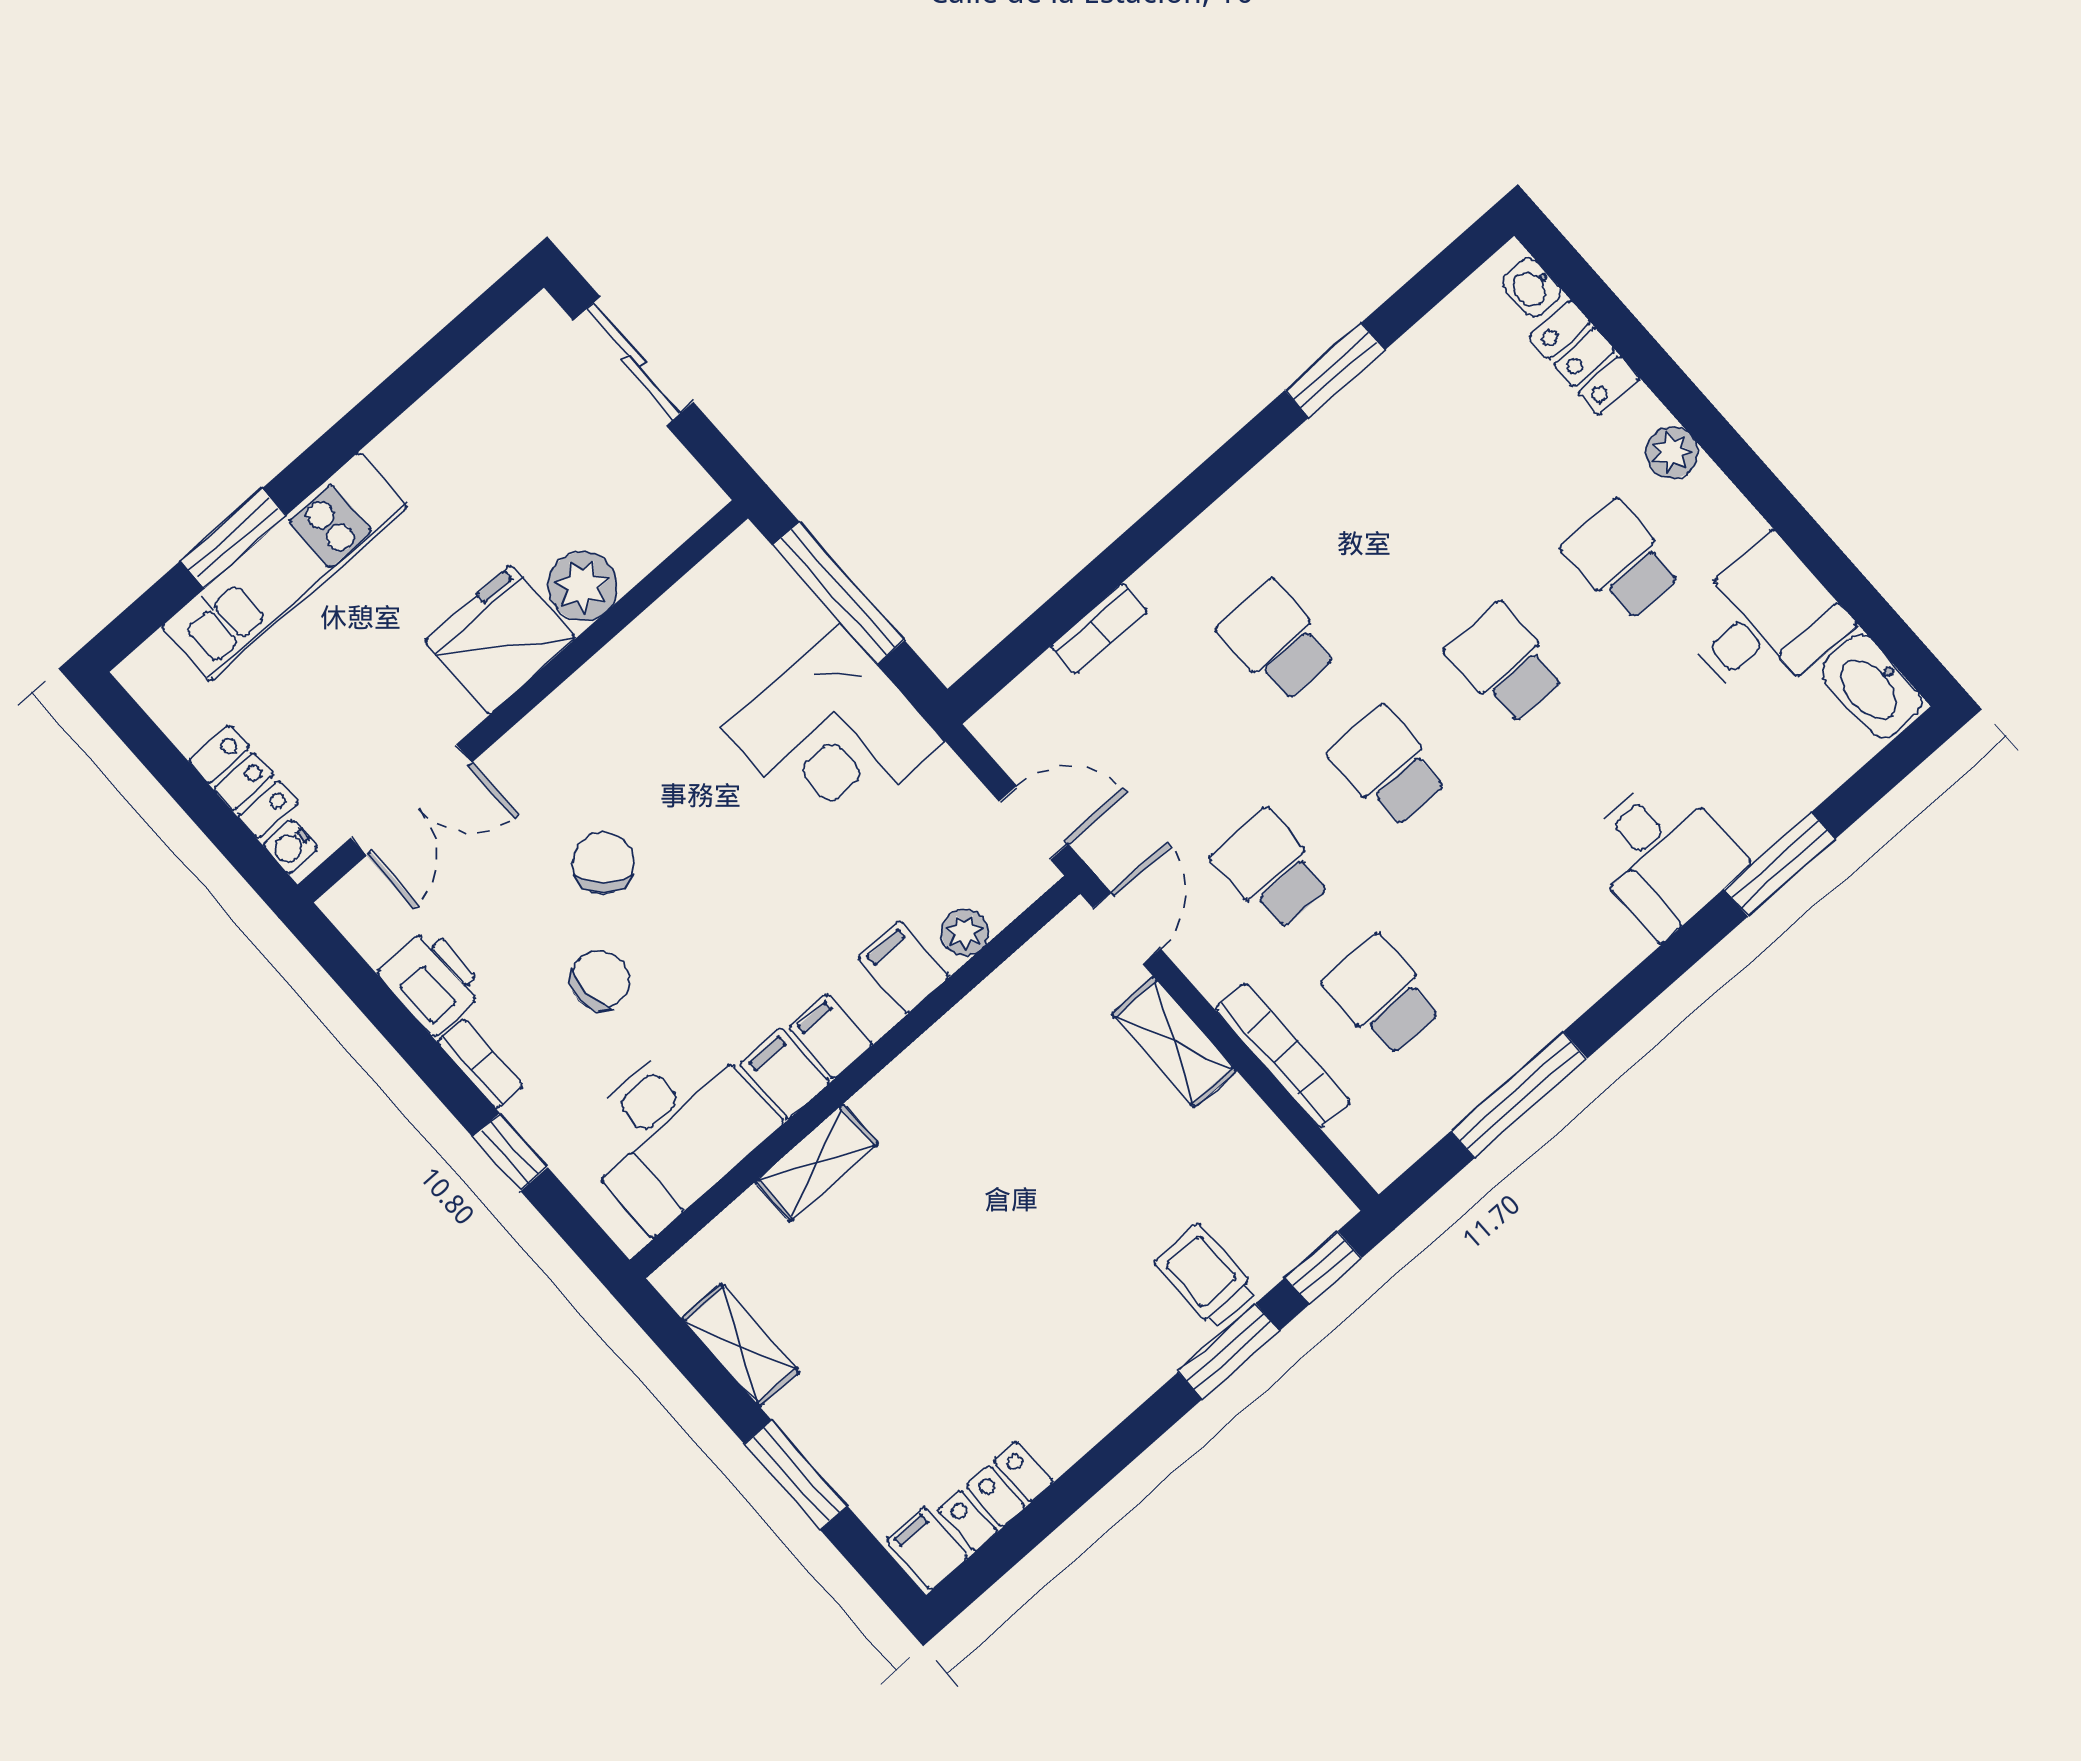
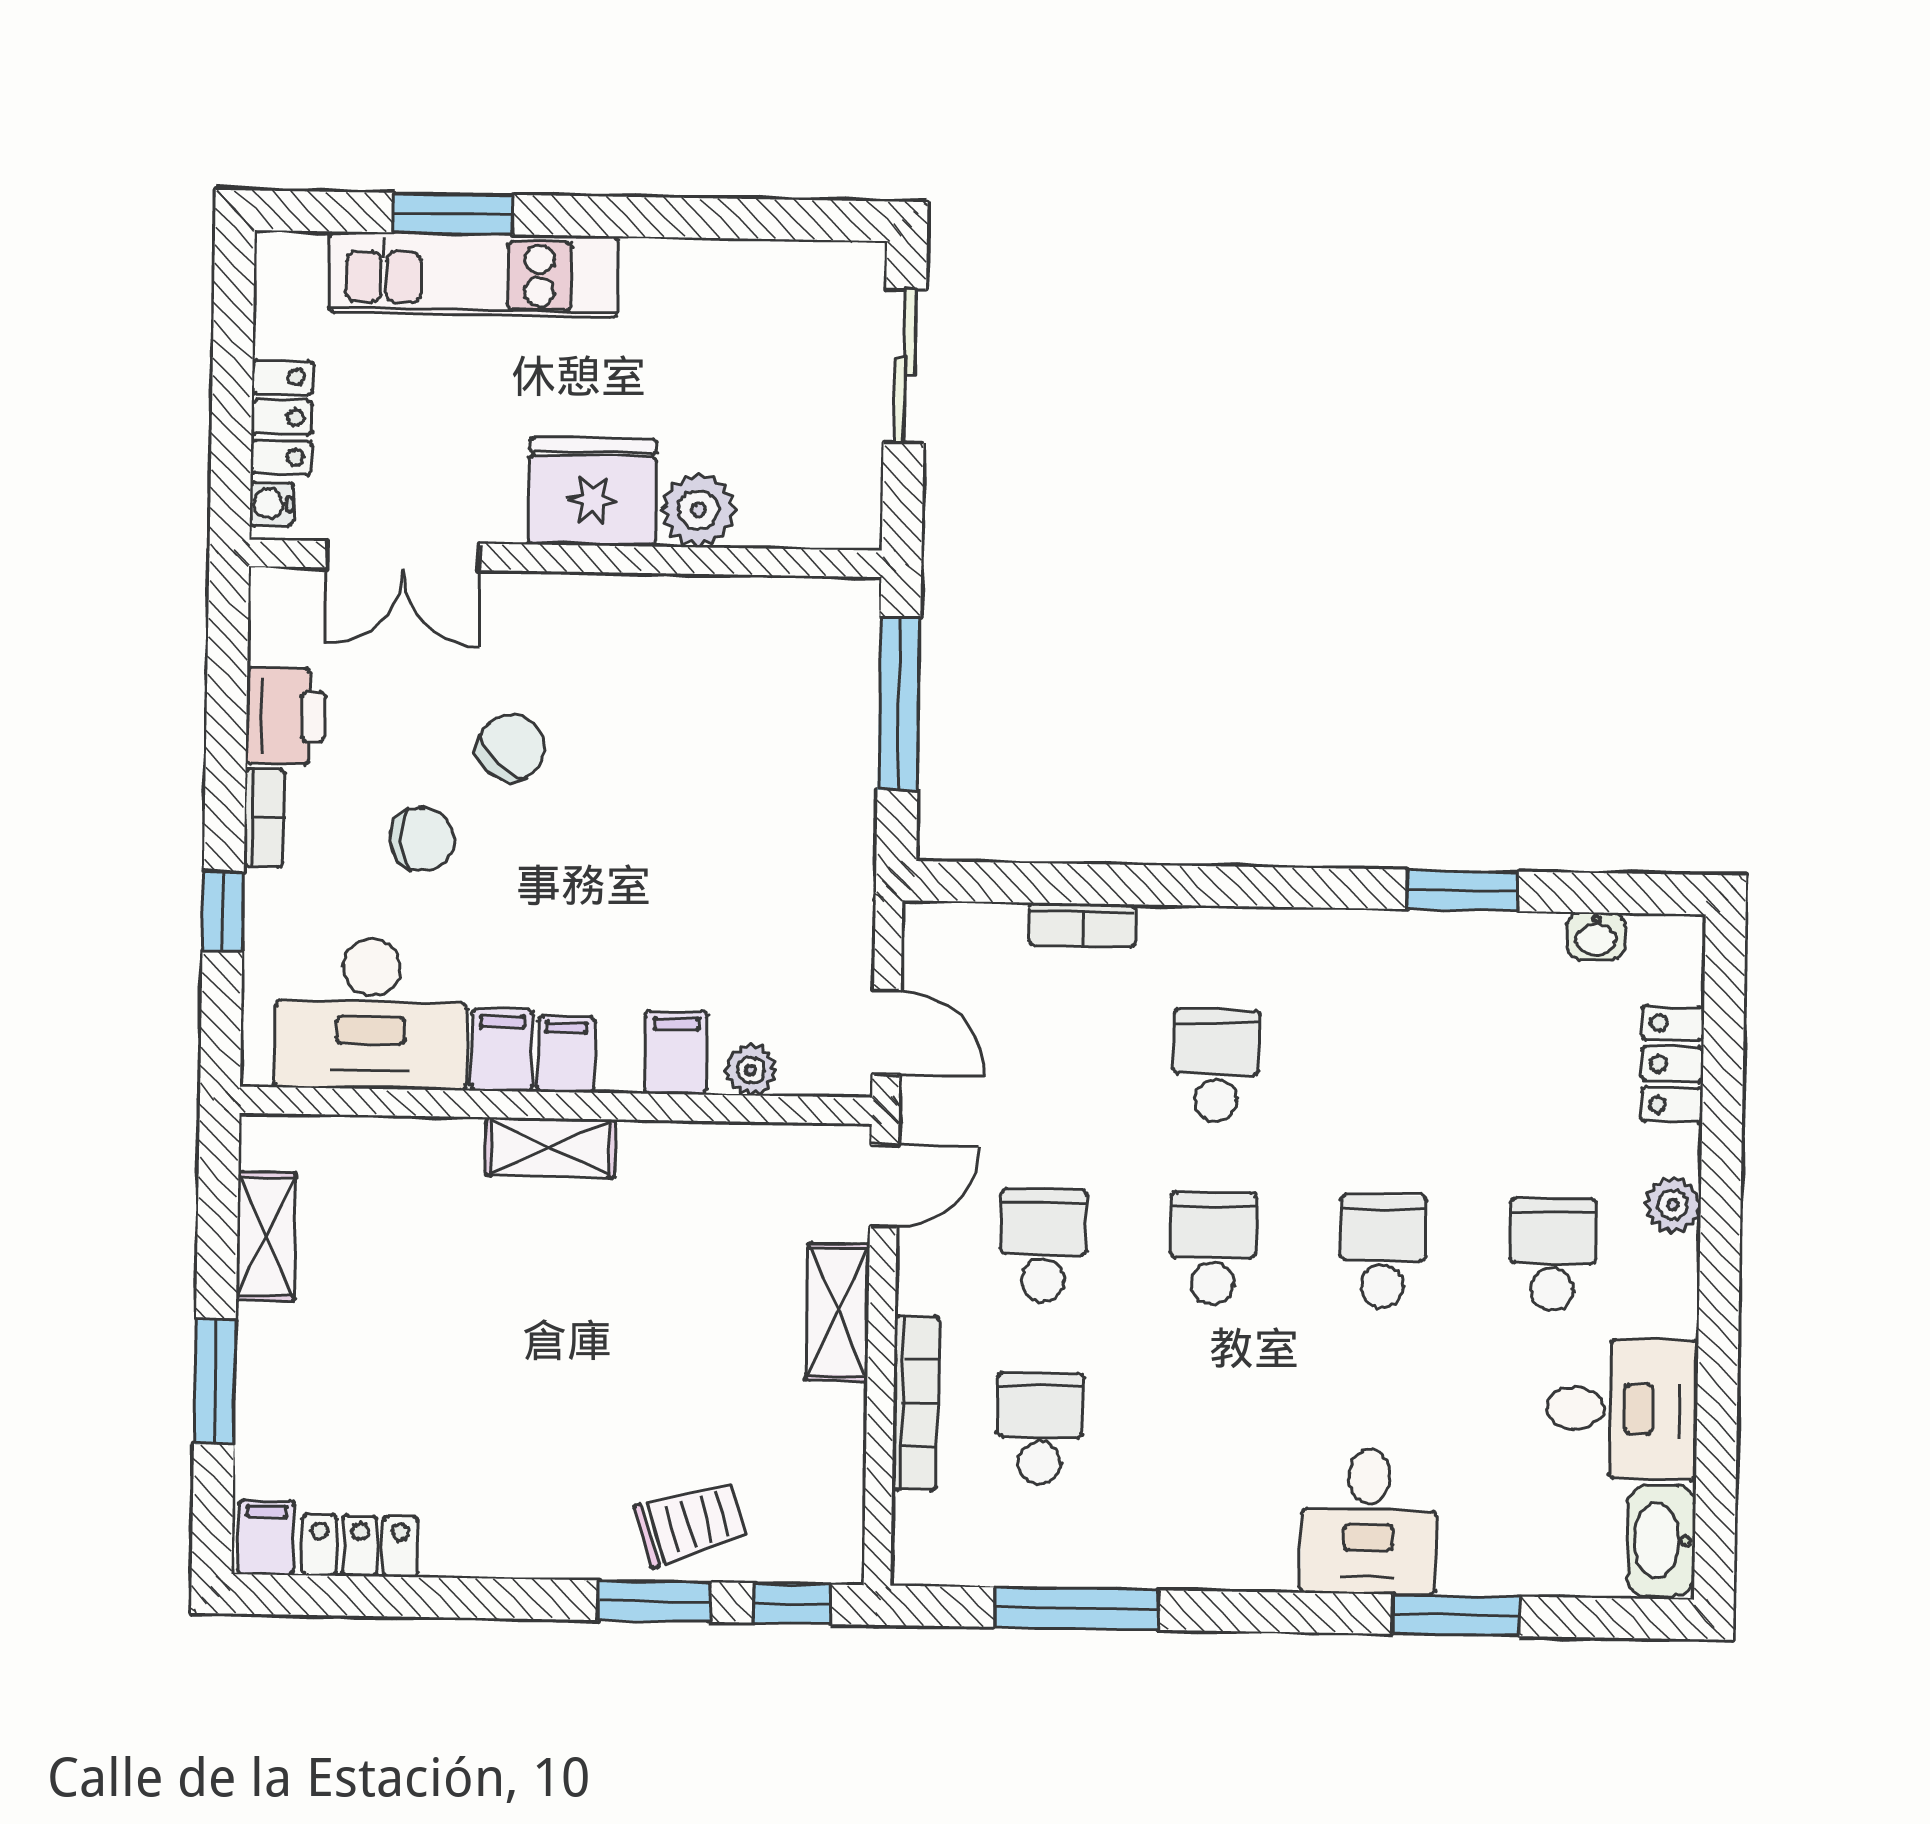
washbasin: (1532, 287) -> (1596, 936), moved, turned -90
corner desk: (834, 734) -> (791, 814), removed
shelving: (817, 1163) -> (550, 1147), moved
trolley: (1205, 1276) -> (691, 1524), turned 73

